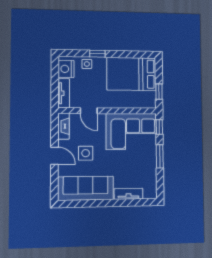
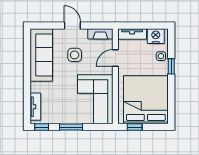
bed: (131, 74) -> (146, 100), width x1.36
window: (159, 127) -> (42, 127), moved
door: (54, 156) -> (72, 25), swing flipped
tv unit: (128, 194) -> (35, 107), moved

